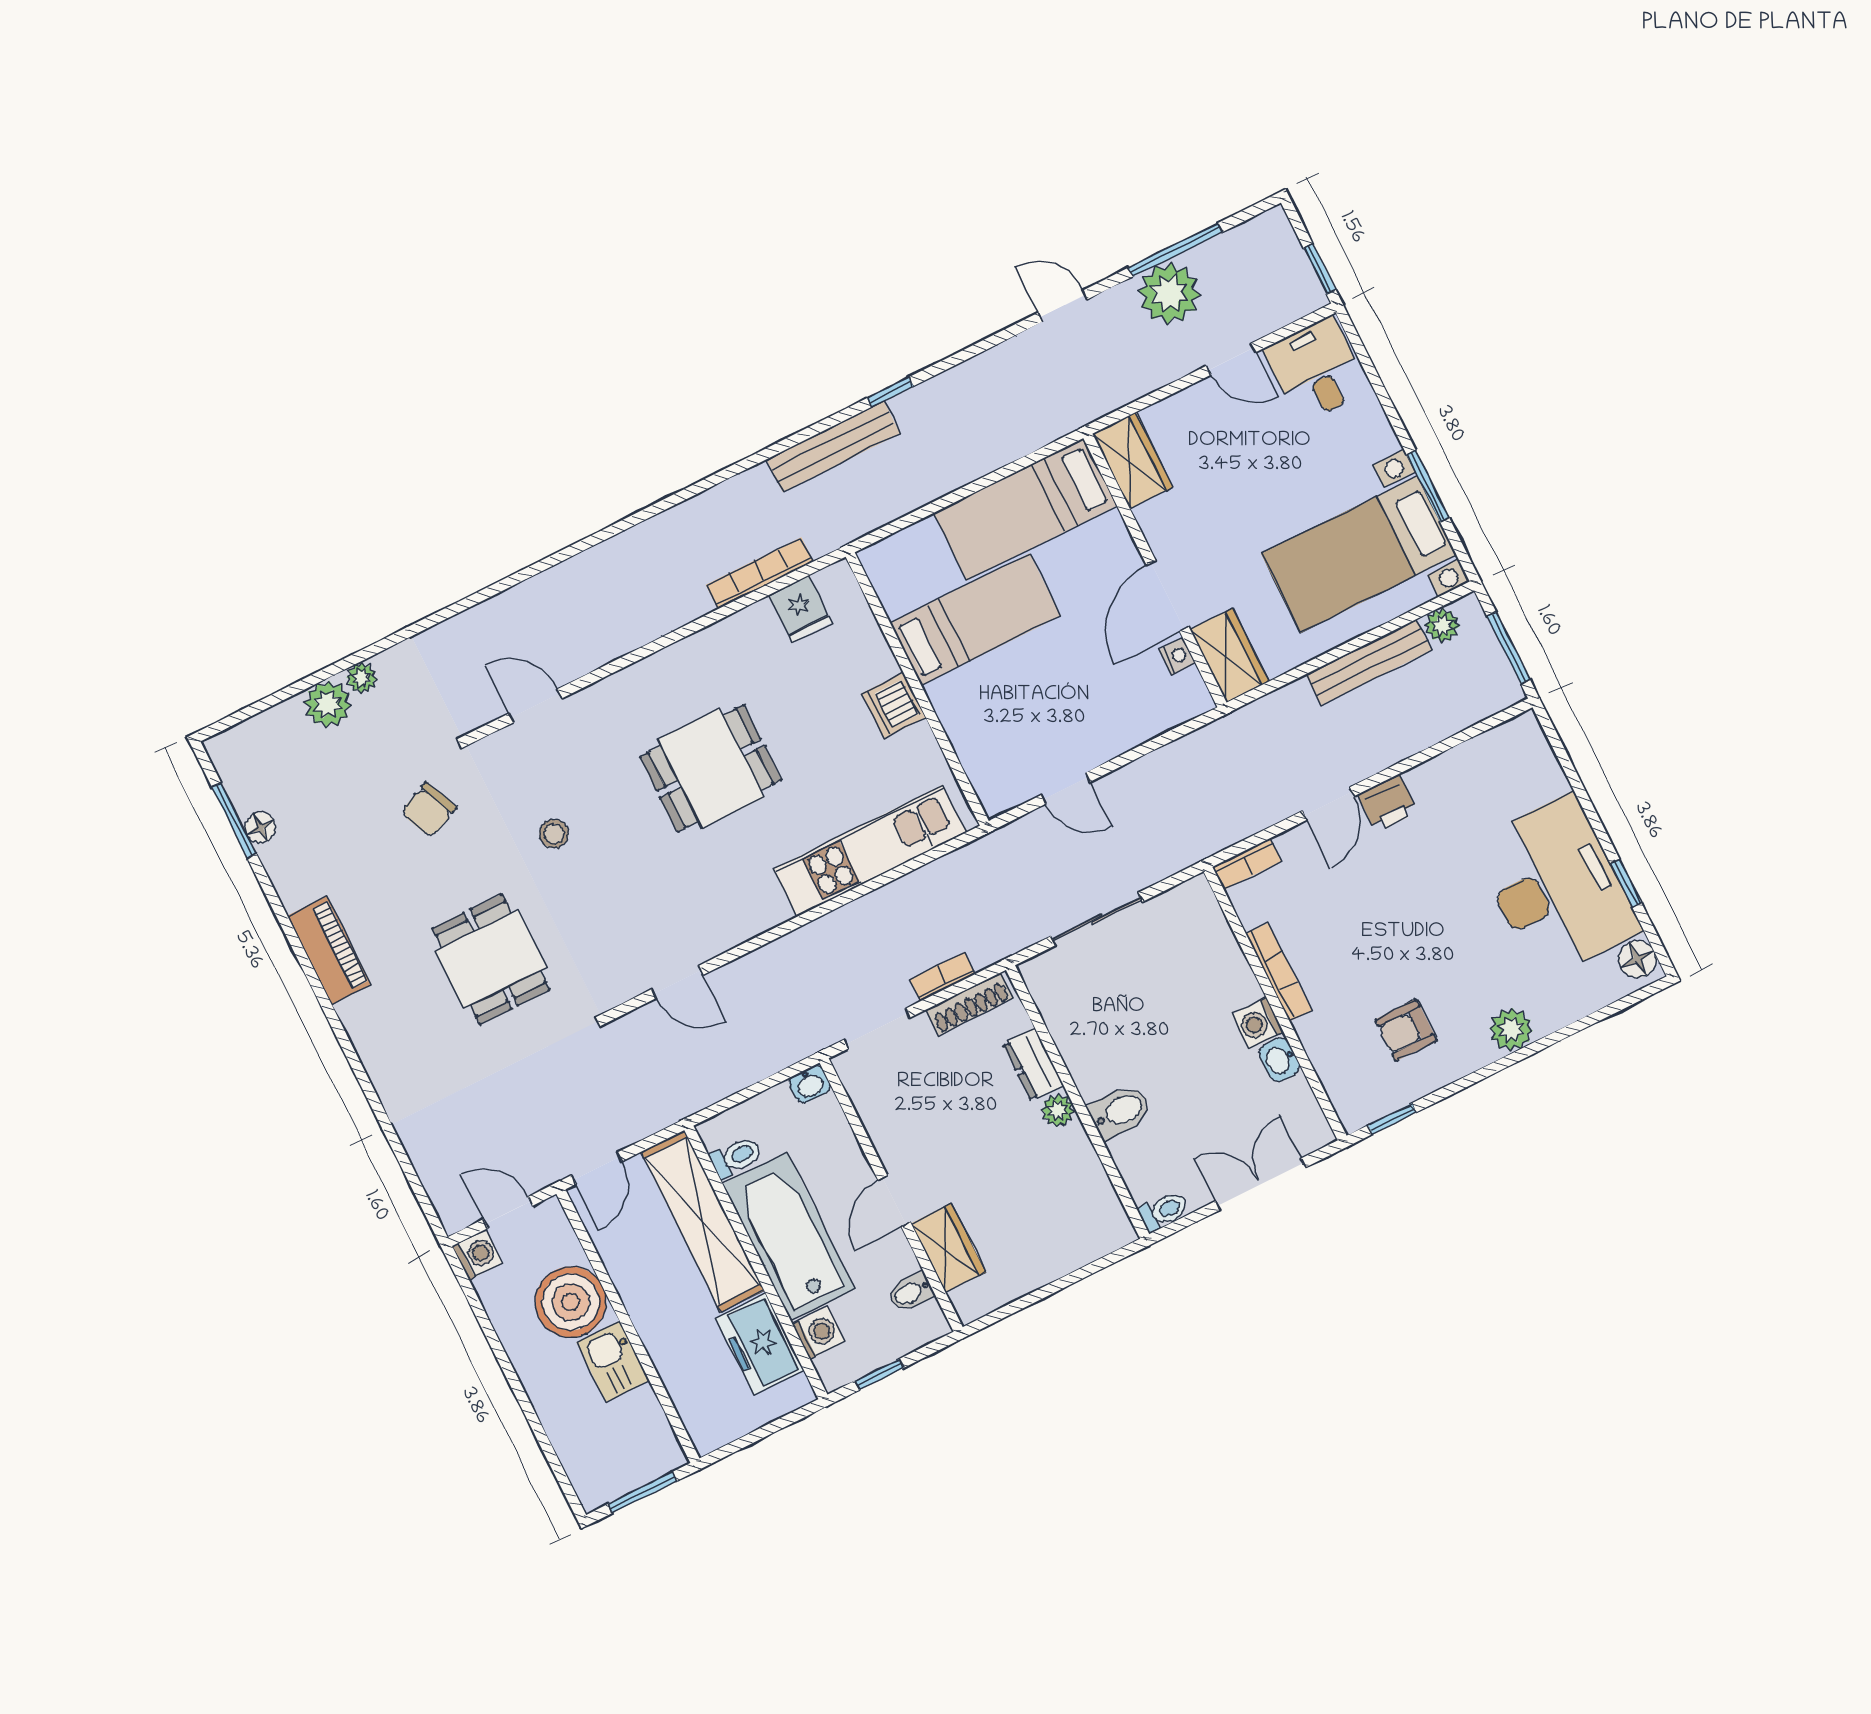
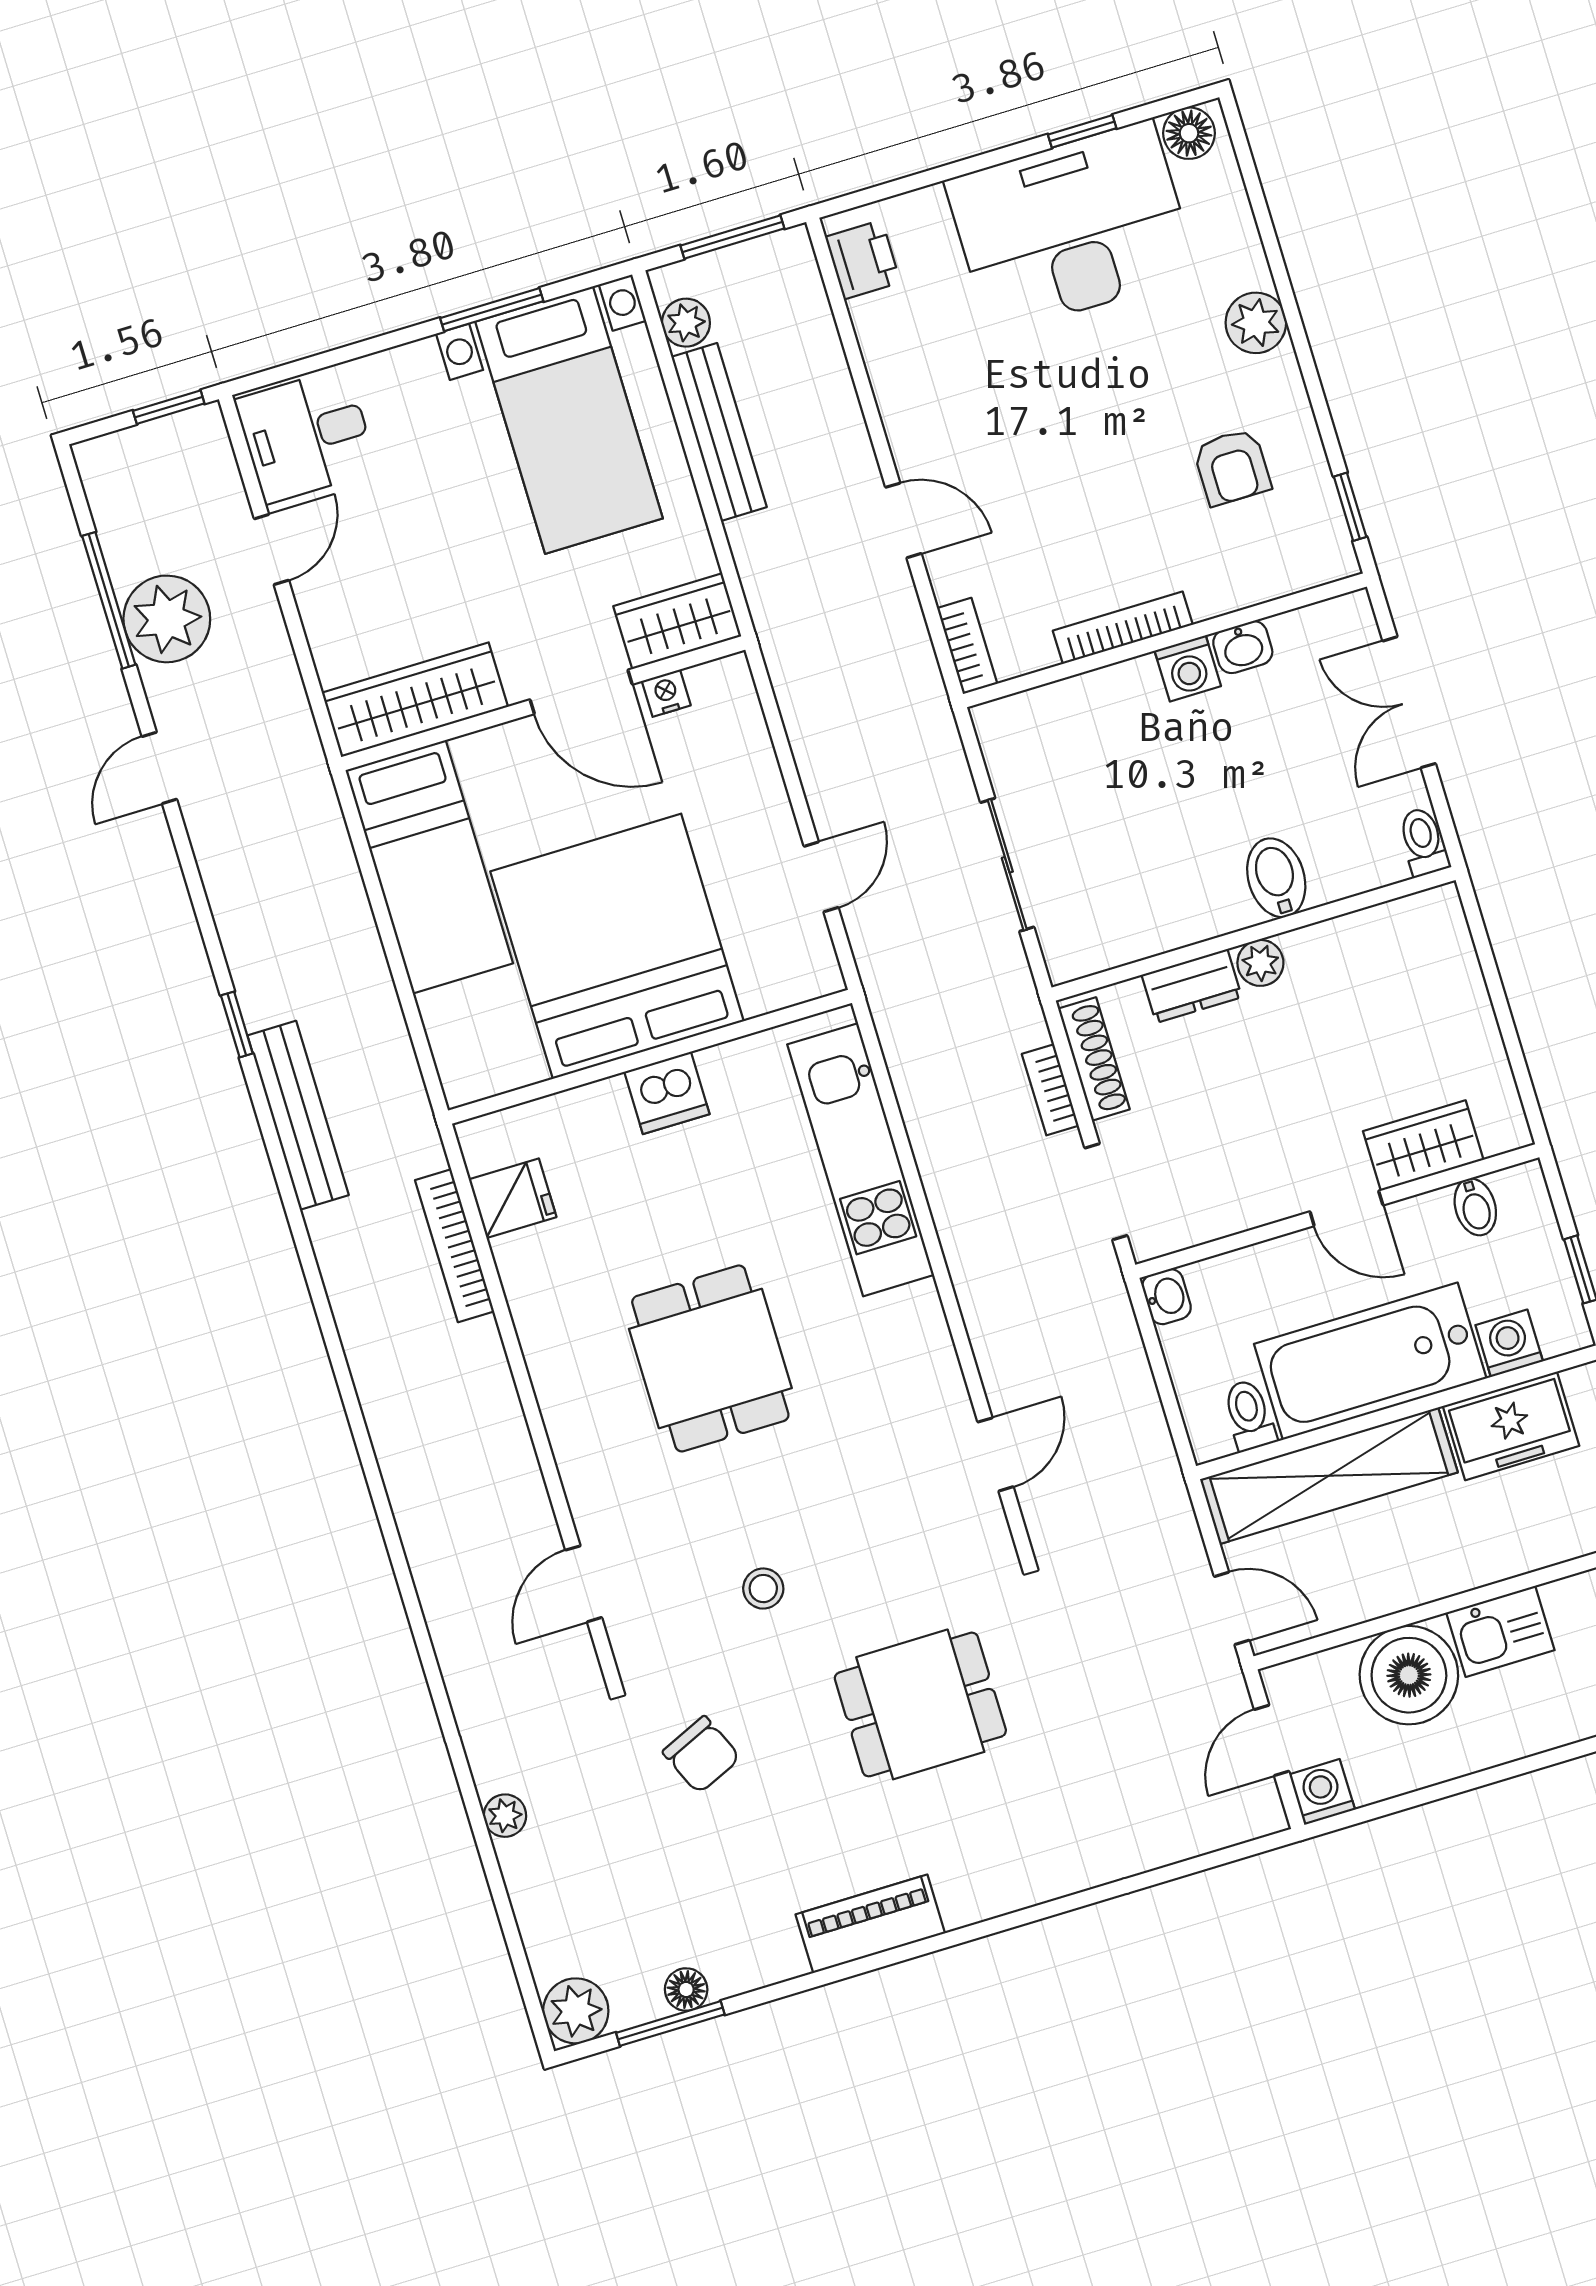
wardrobe: (1133, 460) -> (415, 700), width x1.50
bed: (975, 619) -> (617, 946), width x2.04
plant: (328, 704) -> (576, 2011), moved
printer: (1388, 803) -> (863, 260), moved

